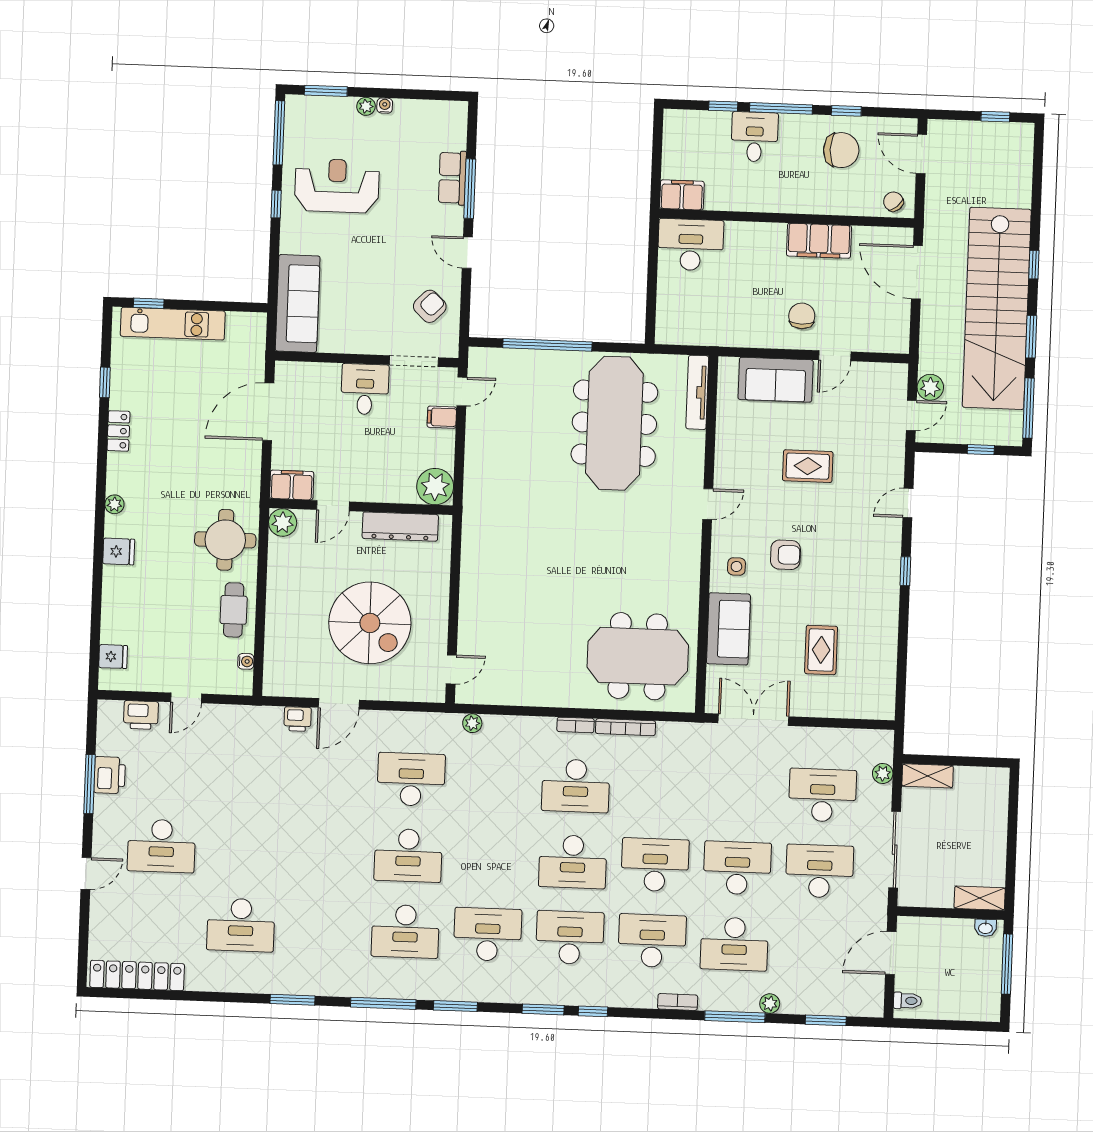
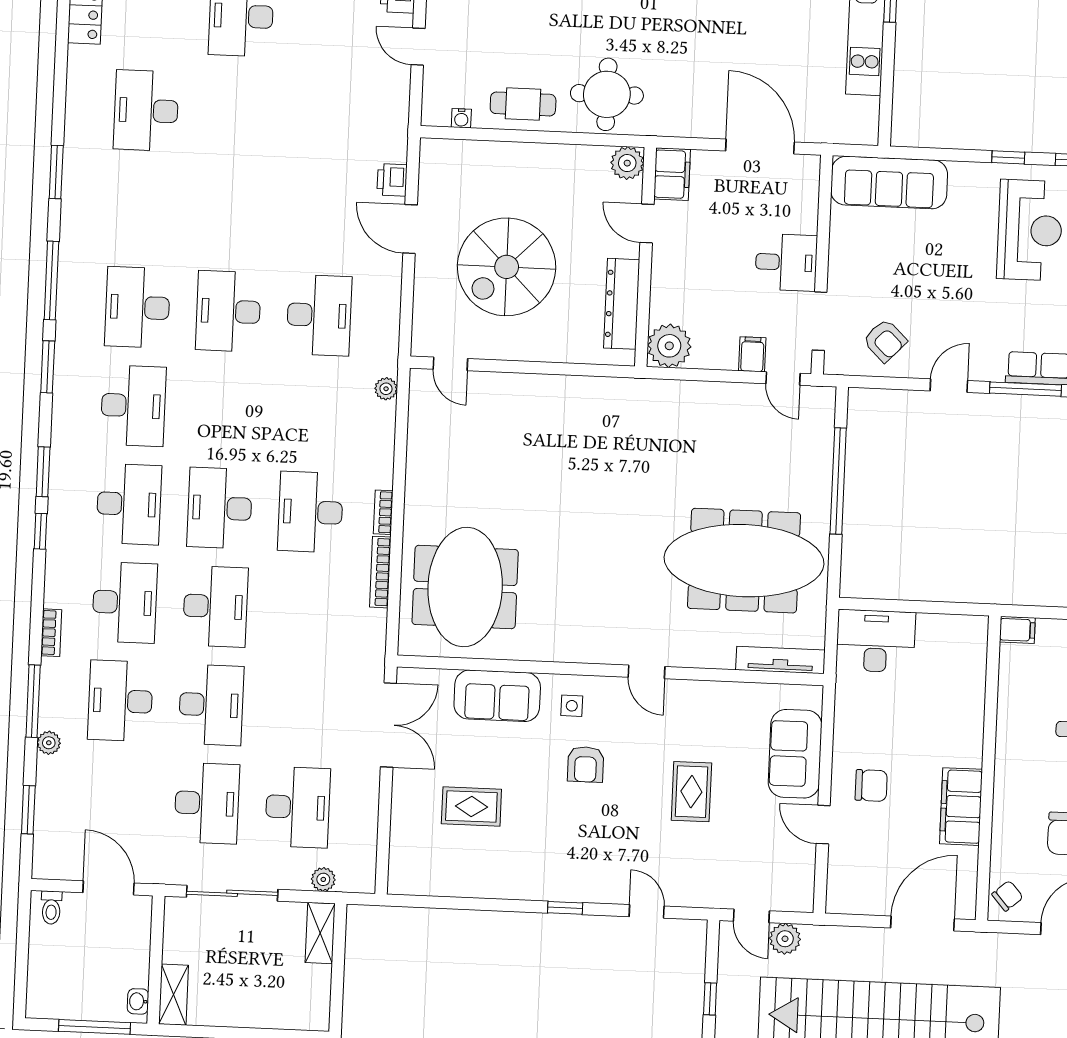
filing cabinet: (682, 195) -> (1017, 630), width x0.50
desk: (691, 245) -> (876, 641), moved, turned -90

